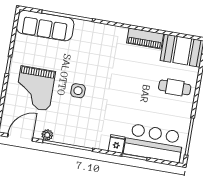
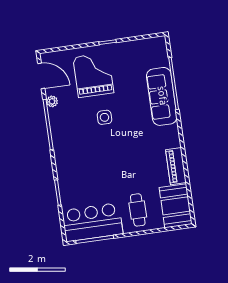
sofa: (45, 26) -> (162, 96), moved
grand piano: (35, 88) -> (93, 75), turned 90
bar counter: (154, 143) -> (92, 222), moved, turned -90
fridge: (117, 144) -> (65, 171), removed

